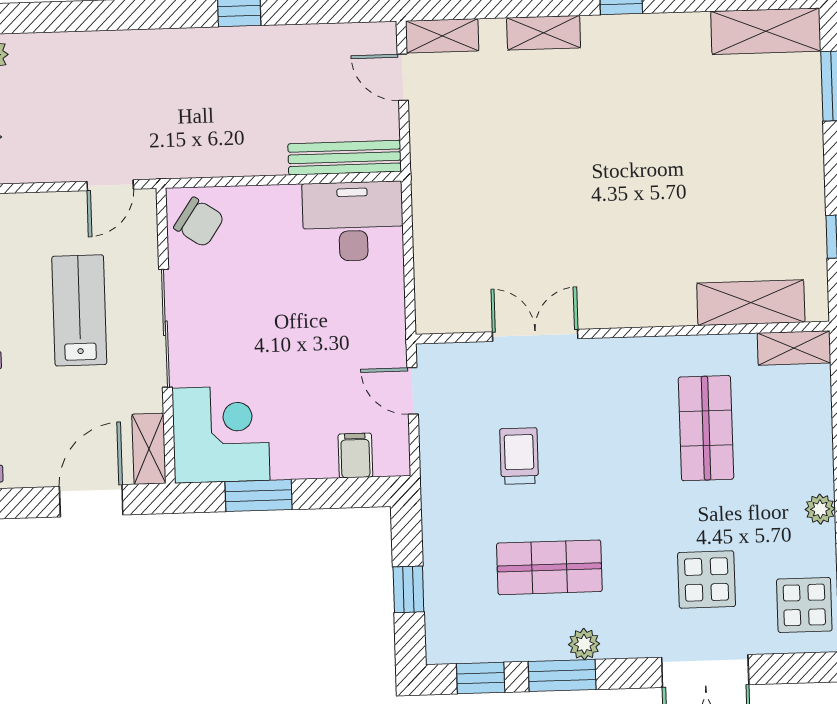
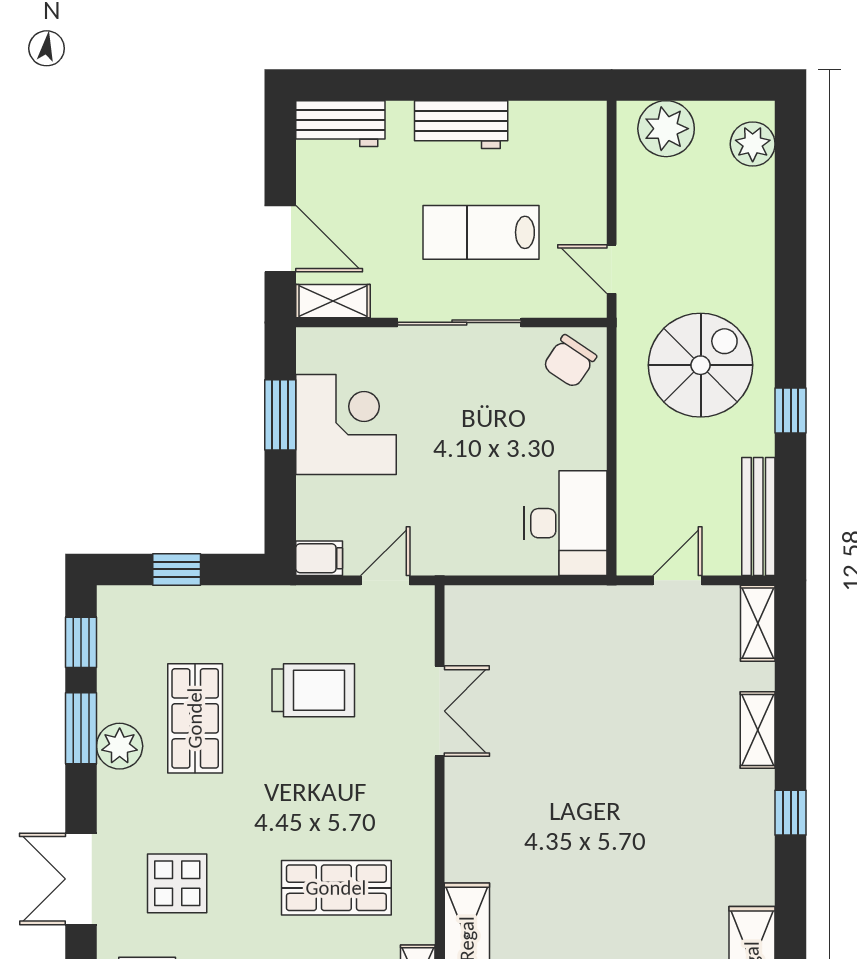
door: (403, 77) -> (677, 580), moved
spiral stairs: (199, 98) -> (701, 365), added
bench: (345, 158) -> (758, 516), moved
lab bench: (79, 310) -> (481, 232), turned 180
corner desk: (221, 434) -> (346, 425), moved, turned -90
filing cabinet: (355, 456) -> (319, 558), moved
trolley: (519, 456) -> (313, 690), width x1.36, depth x1.39
plant: (584, 644) -> (120, 746), width x1.38, depth x1.38

